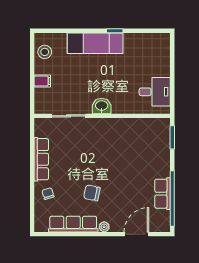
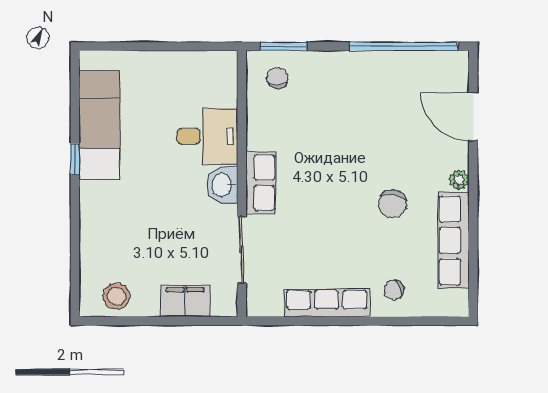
exam couch: (95, 43) -> (99, 125), moved
filing cabinet: (42, 81) -> (185, 301), width x2.00
desk: (155, 92) -> (207, 136), moved, turned 90
chair: (156, 134) -> (277, 78), added
row of seats: (163, 194) -> (261, 183), moved, turned -90

